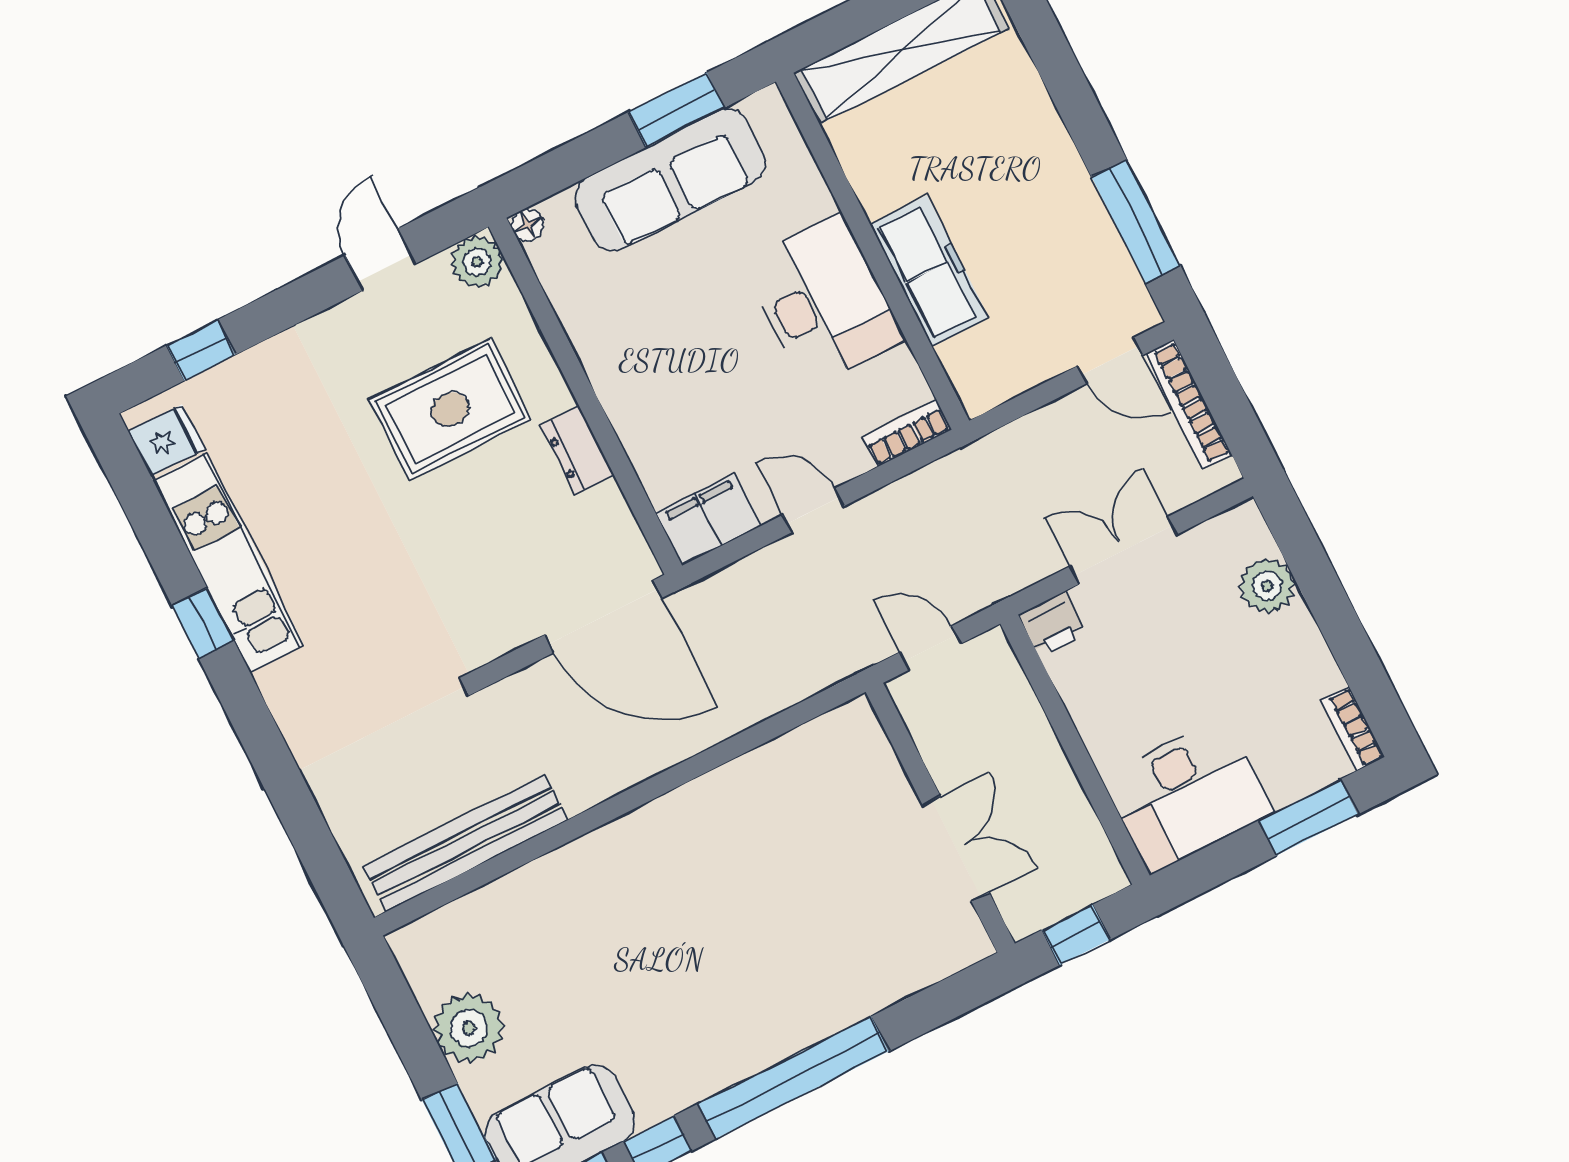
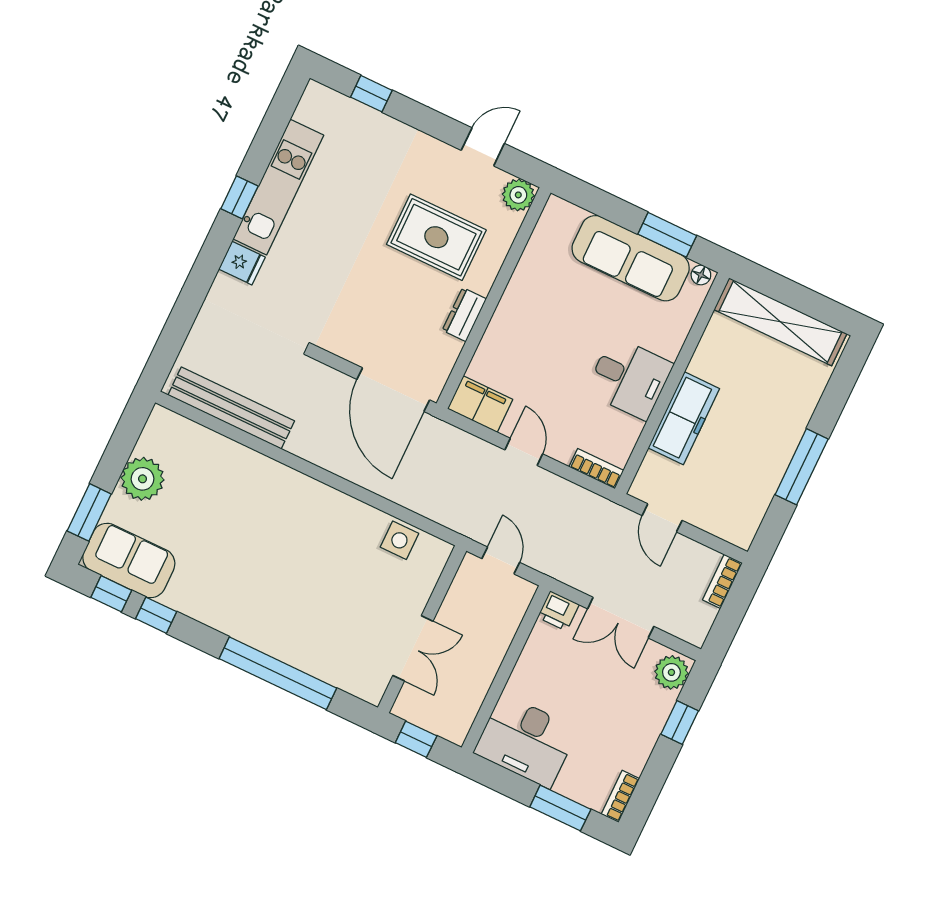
window: (1136, 222) -> (802, 467), moved
floor lamp: (528, 225) -> (701, 275), moved
desk: (823, 301) -> (629, 378), width x0.73
door: (1110, 361) -> (662, 518), moved
bookcase: (1188, 404) -> (722, 581), width x0.64
fridge: (166, 441) -> (242, 263), moved
double door: (1123, 551) -> (621, 618), swing flipped
window: (1317, 579) -> (680, 723), added
plant: (1267, 586) -> (671, 672), moved
side table: (803, 758) -> (399, 540), added
window: (794, 1078) -> (278, 673), moved

